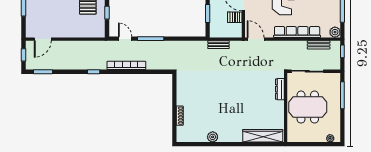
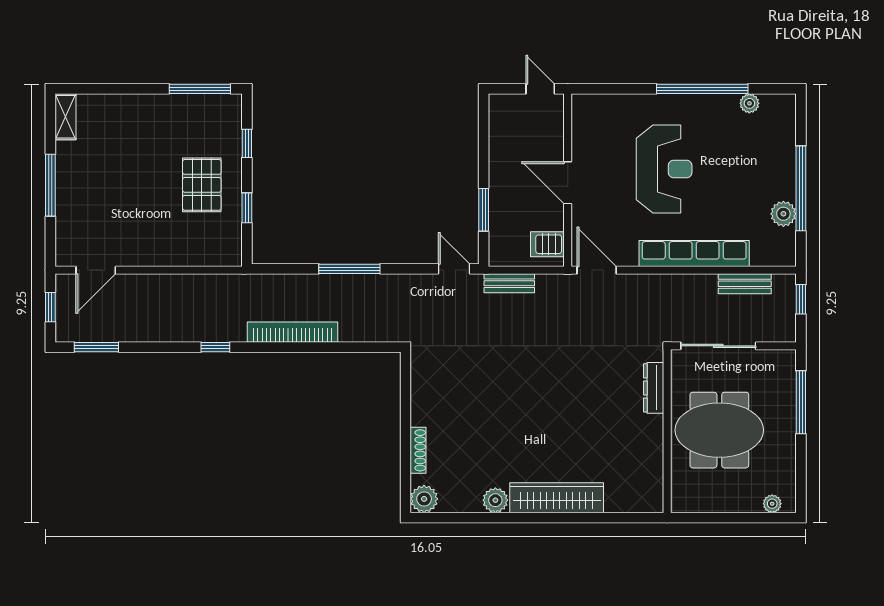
server rack: (235, 17) -> (547, 244), moved
plant: (335, 32) -> (783, 214), moved
door: (125, 39) -> (454, 269), moved
plant: (182, 136) -> (424, 499), added
wardrobe: (263, 136) -> (557, 498), moved

